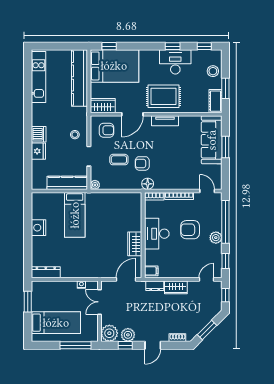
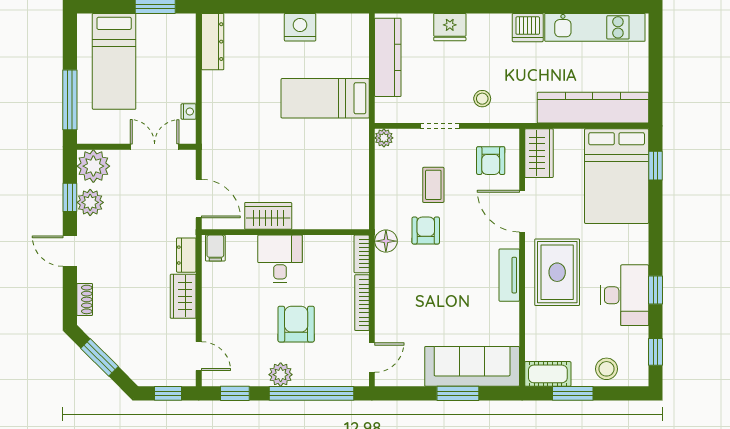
dishwasher: (39, 134) -> (528, 28), moved
kitchen counter: (67, 183) -> (388, 57), moved
desk: (157, 234) -> (280, 259), width x0.73

